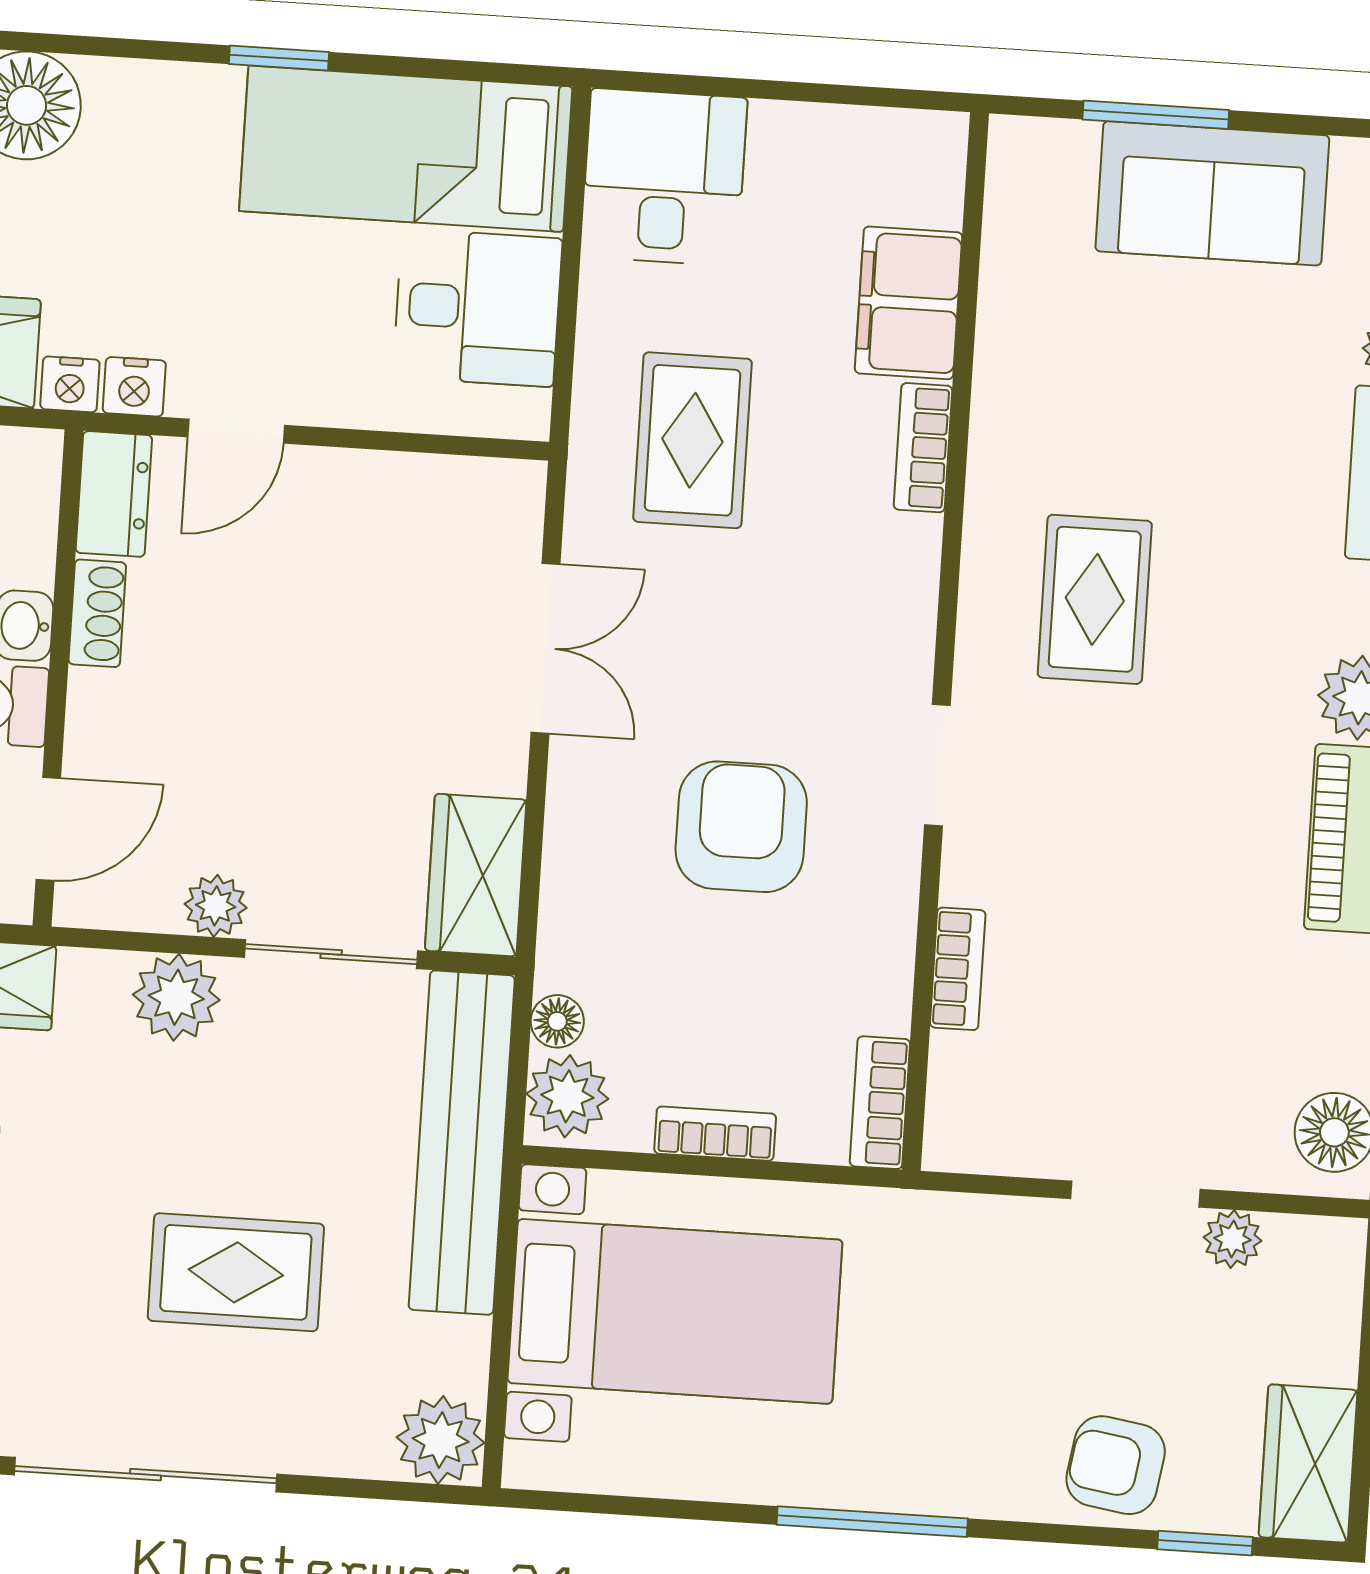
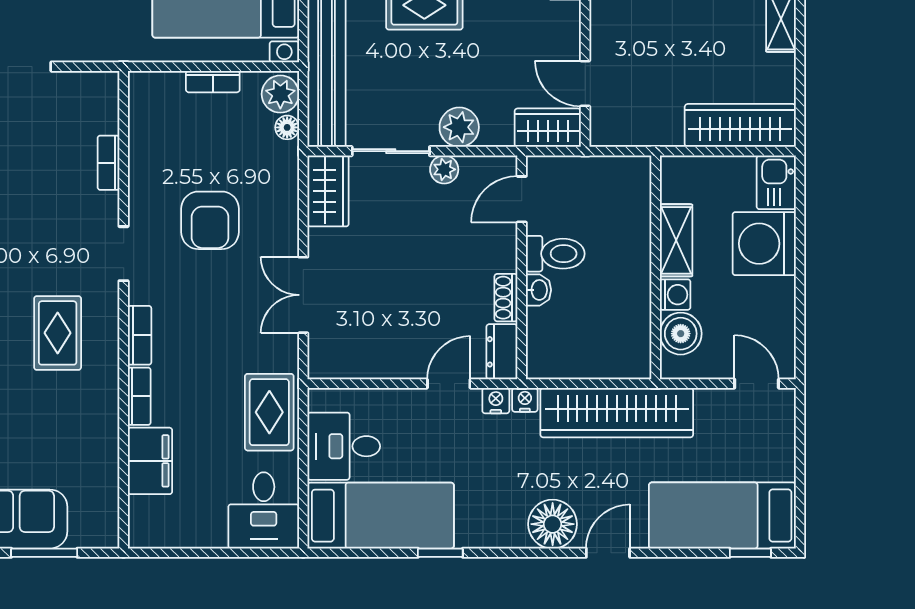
rug: (692, 440) -> (269, 412), moved
bookcase: (880, 1103) -> (140, 335), moved

